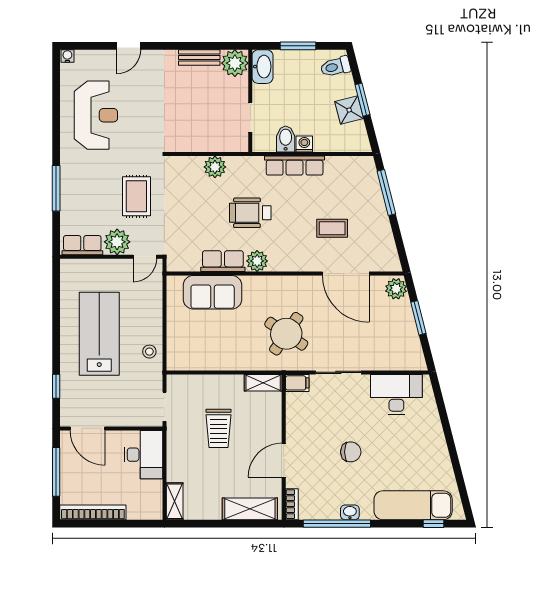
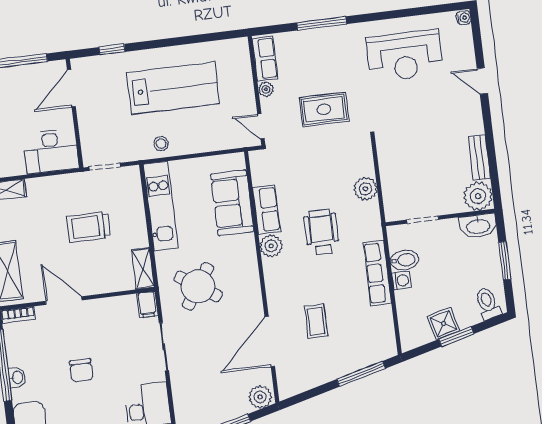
plant: (117, 242) -> (266, 89), width x0.53, depth x0.53
kitchen unit: (207, 359) -> (161, 206), added

